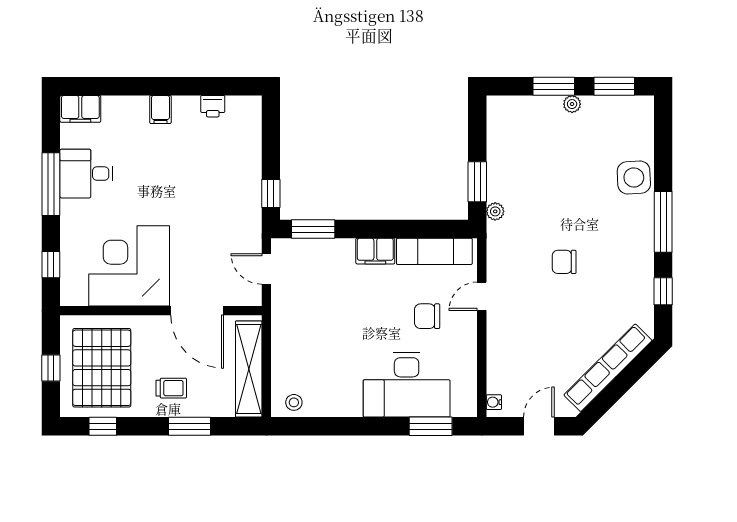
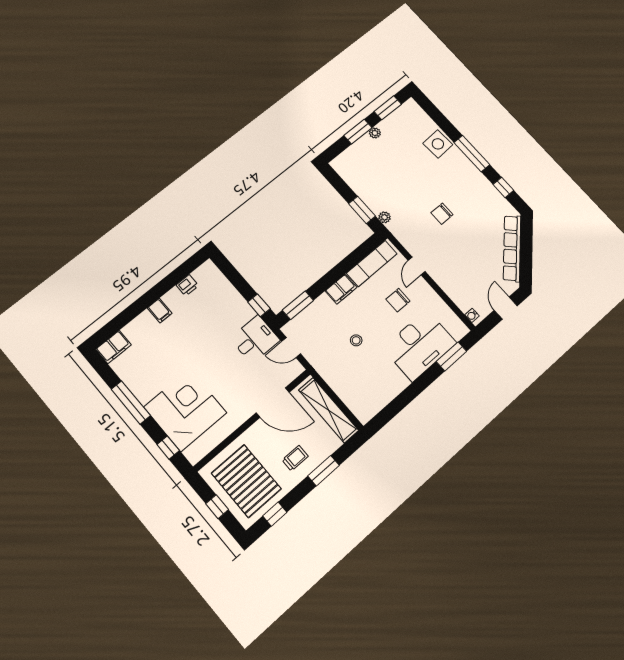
desk: (86, 174) -> (255, 339), moved, turned 180
corner desk: (129, 266) -> (185, 410), moved, turned 90
stool: (294, 402) -> (356, 340), moved

